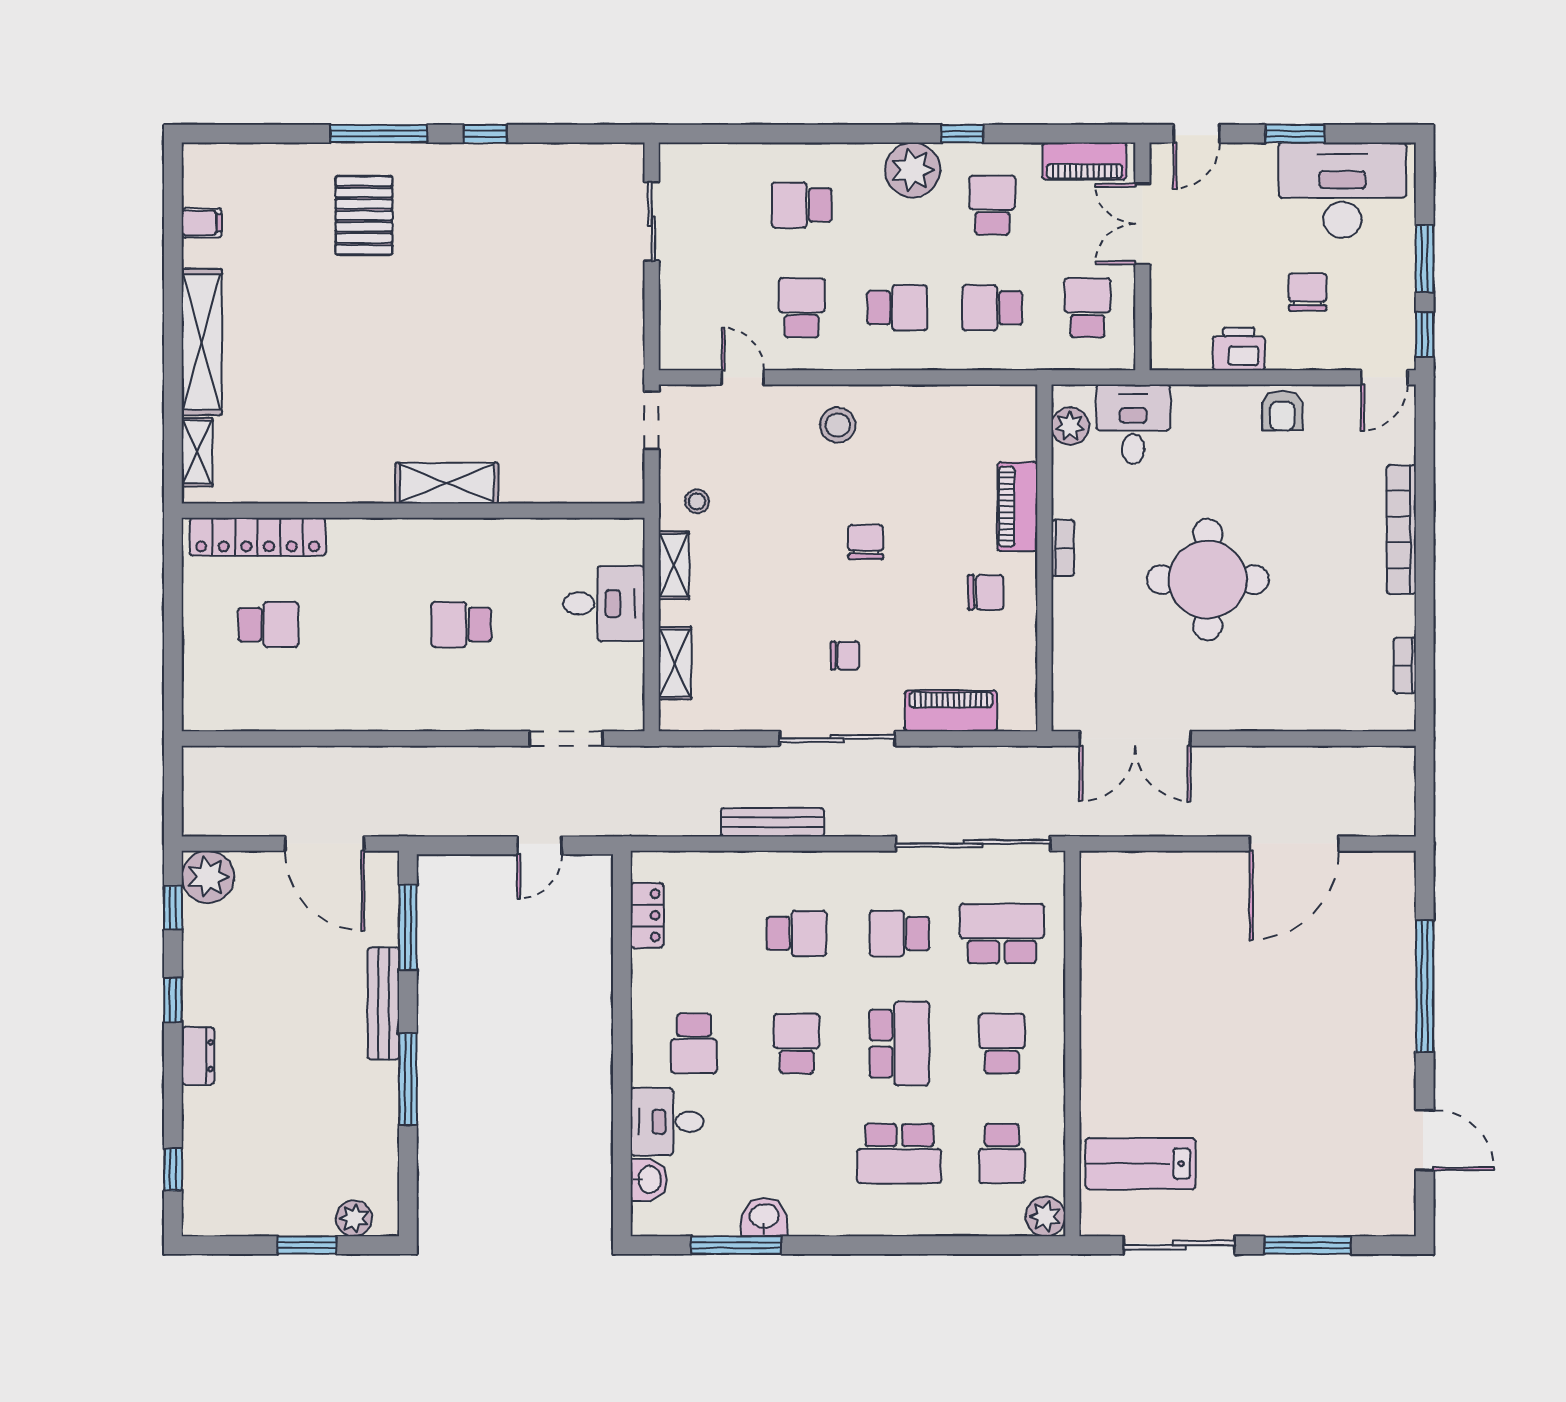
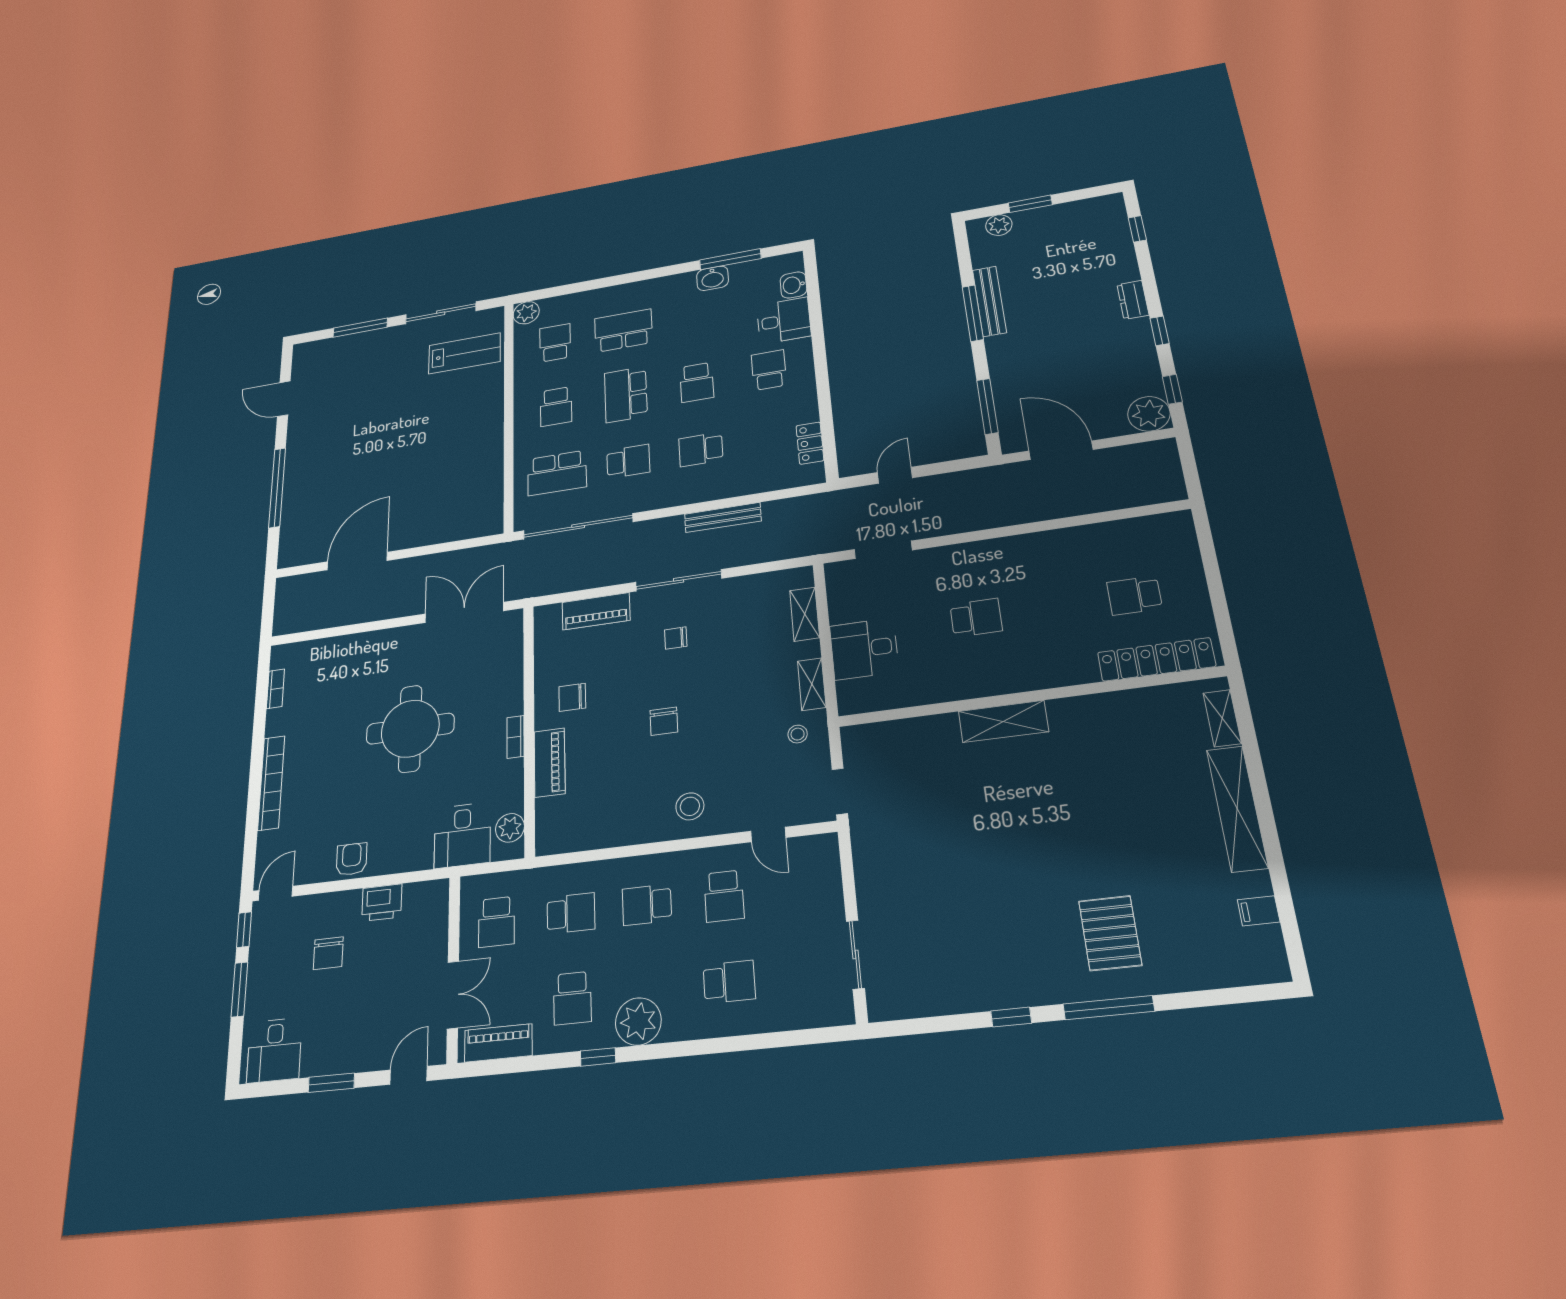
desk: (1342, 190) -> (274, 1050), width x0.53, depth x0.77
bench: (383, 1003) -> (989, 301), moved

